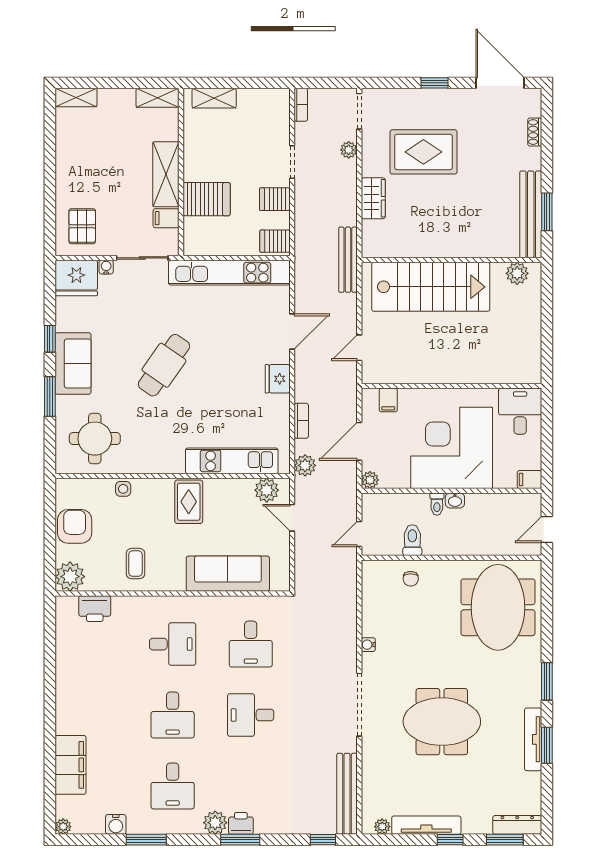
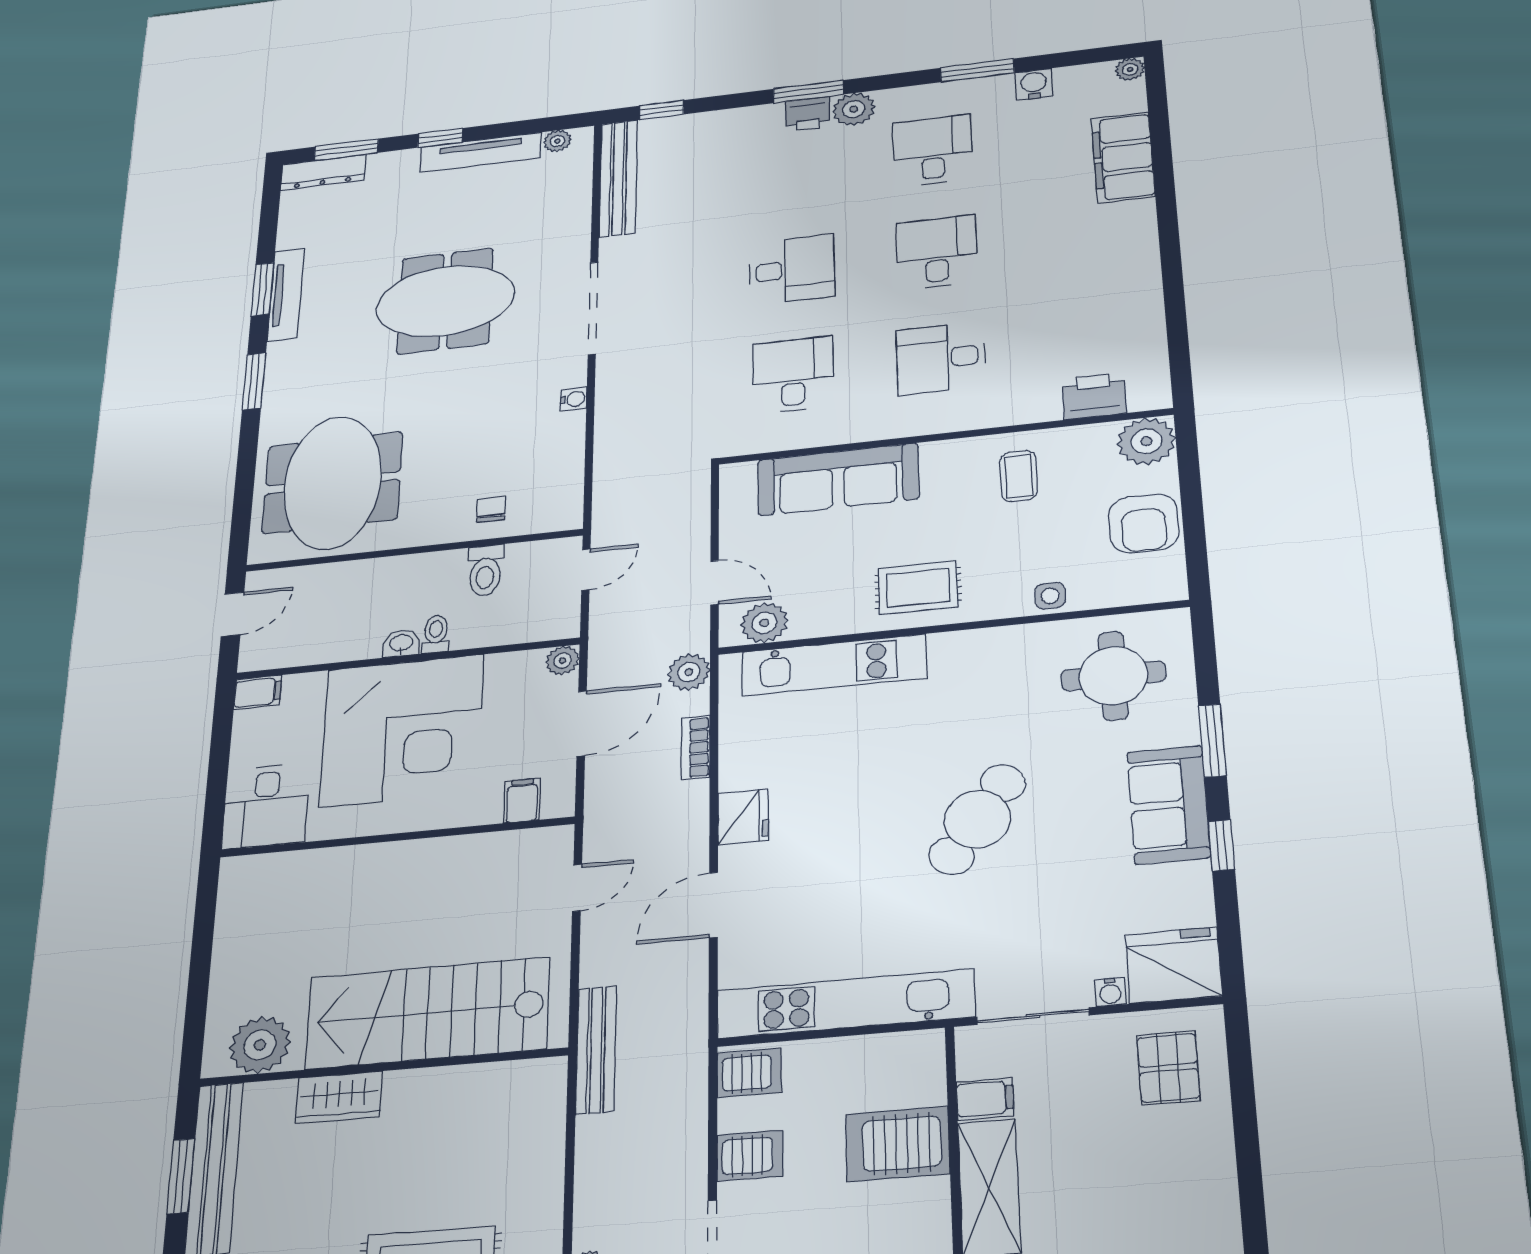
wardrobe: (373, 198) -> (339, 1097), moved, turned -90
plant: (517, 273) -> (260, 1045), width x1.36, depth x1.36
rug: (189, 502) -> (918, 588), turned 90

